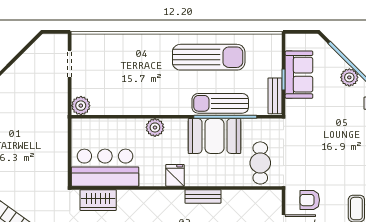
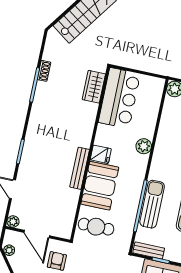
booth: (214, 136) -> (100, 186), moved
bench: (203, 196) -> (80, 168), width x1.36

